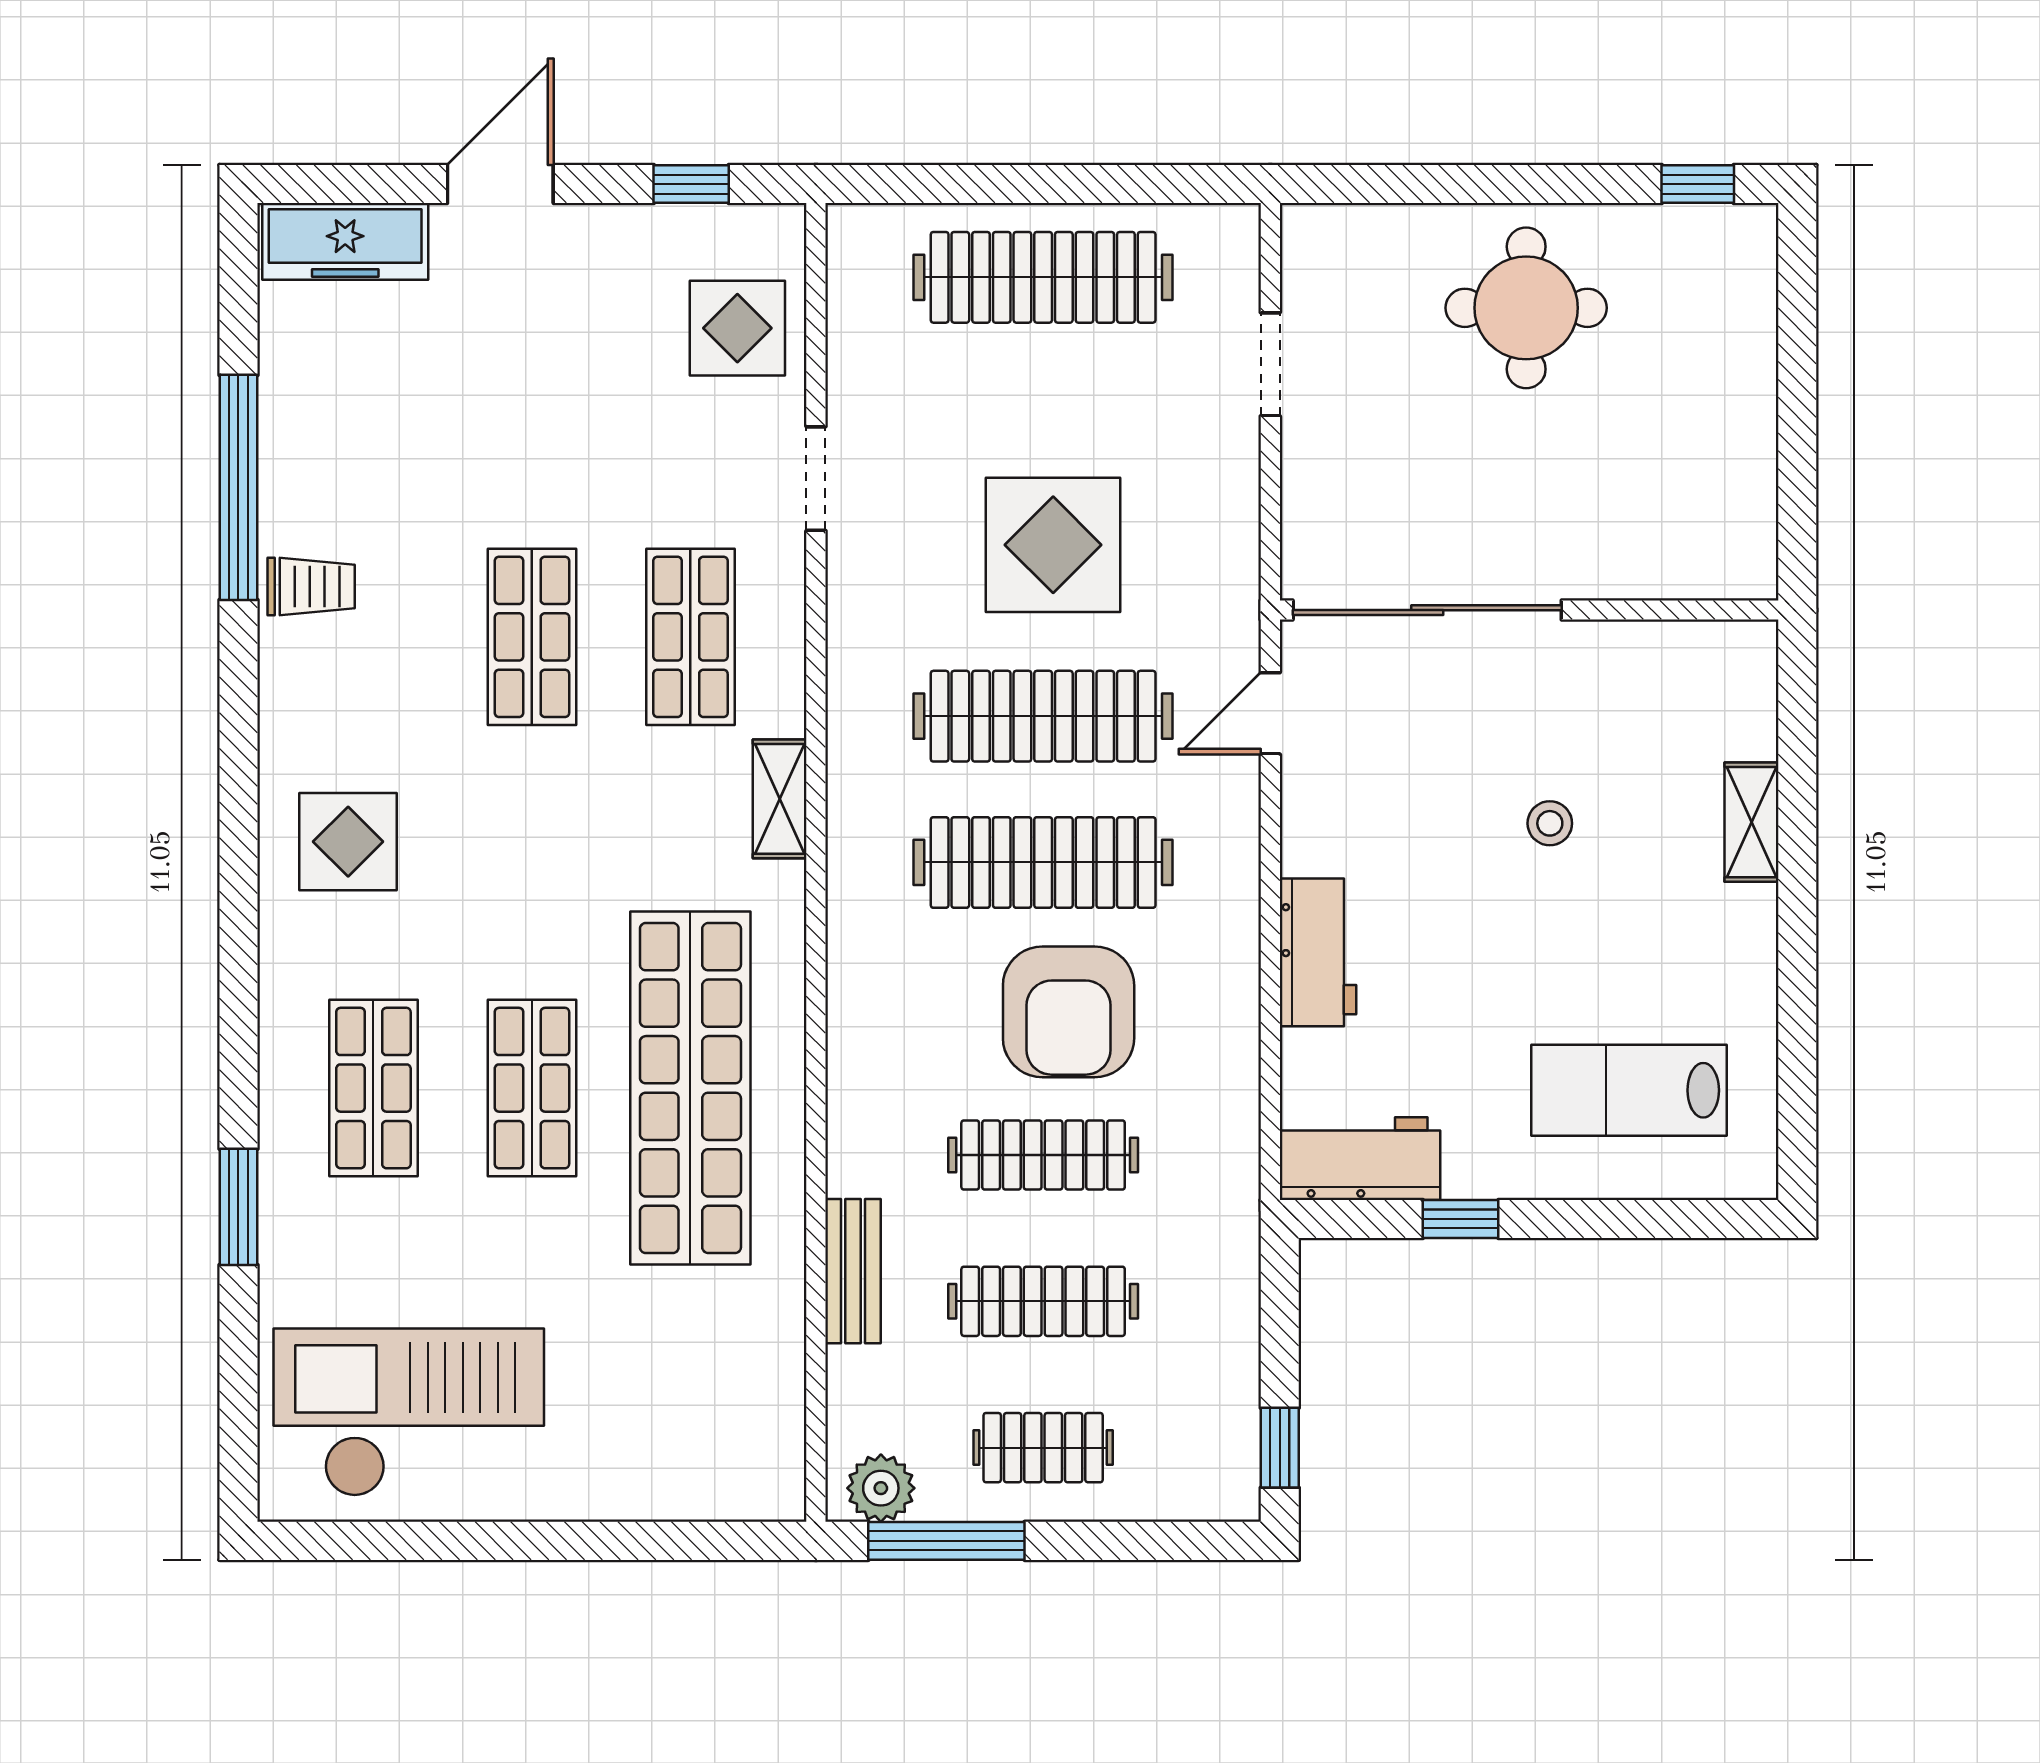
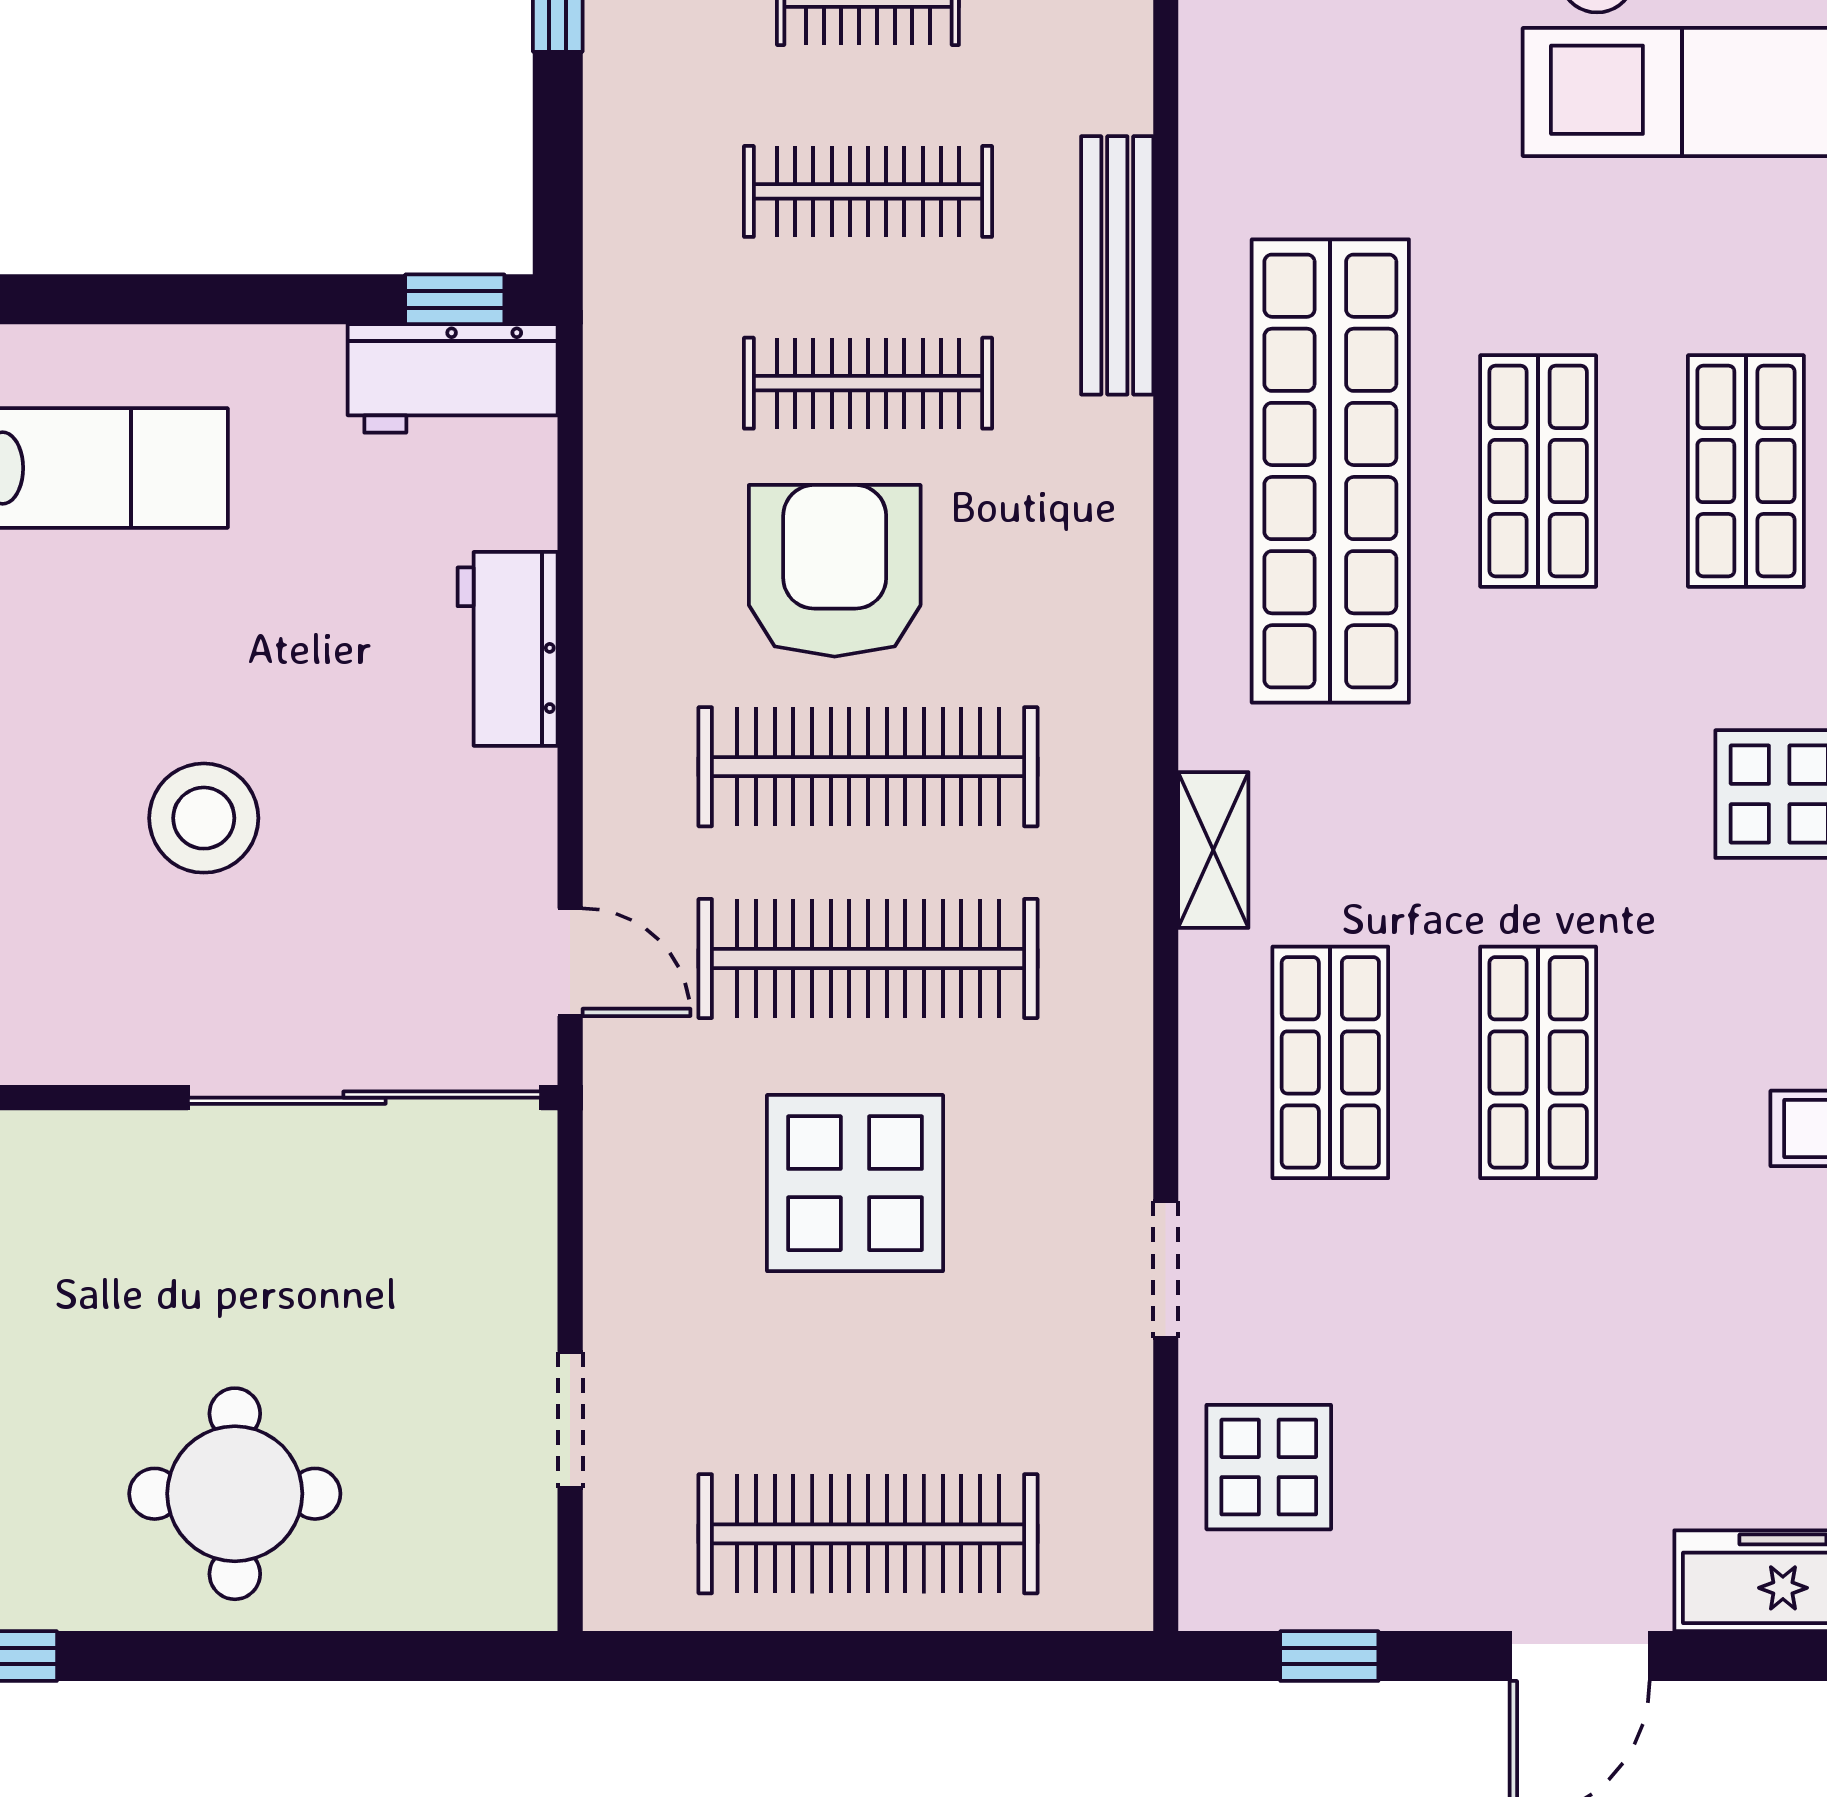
door: (1270, 713) -> (570, 962), hinge flipped
stool: (1550, 823) -> (204, 818), width x1.89, depth x1.89
window: (1461, 1219) -> (455, 299), moved
bench: (853, 1271) -> (1117, 265), width x1.36

